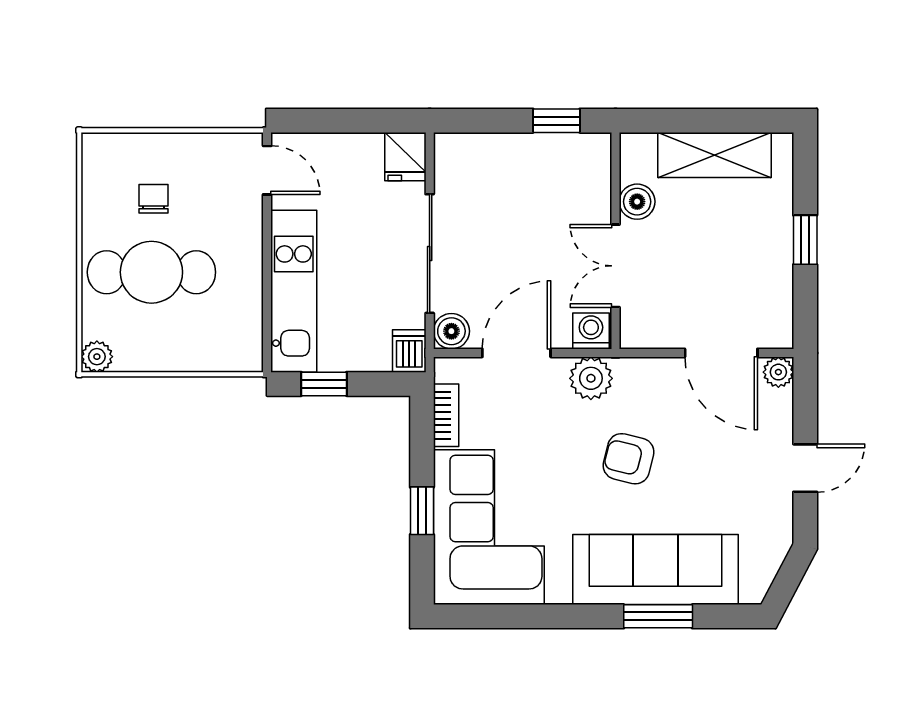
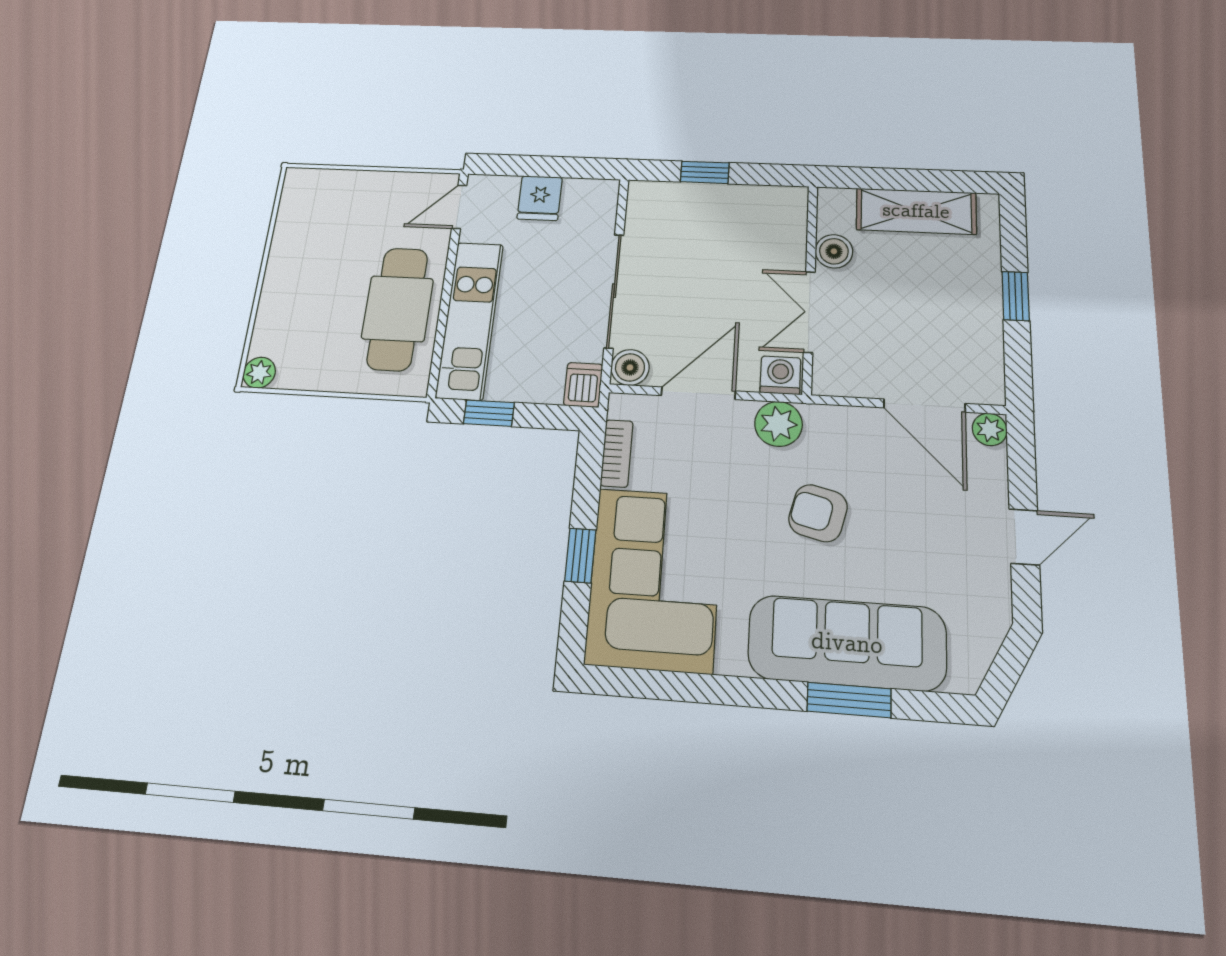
window: (556, 121) -> (705, 172), moved
fridge: (405, 157) -> (540, 198), moved
door: (267, 170) -> (459, 207), swing flipped
chair: (153, 199) -> (344, 228), removed
cafe table: (151, 272) -> (397, 309), moved, turned 90

